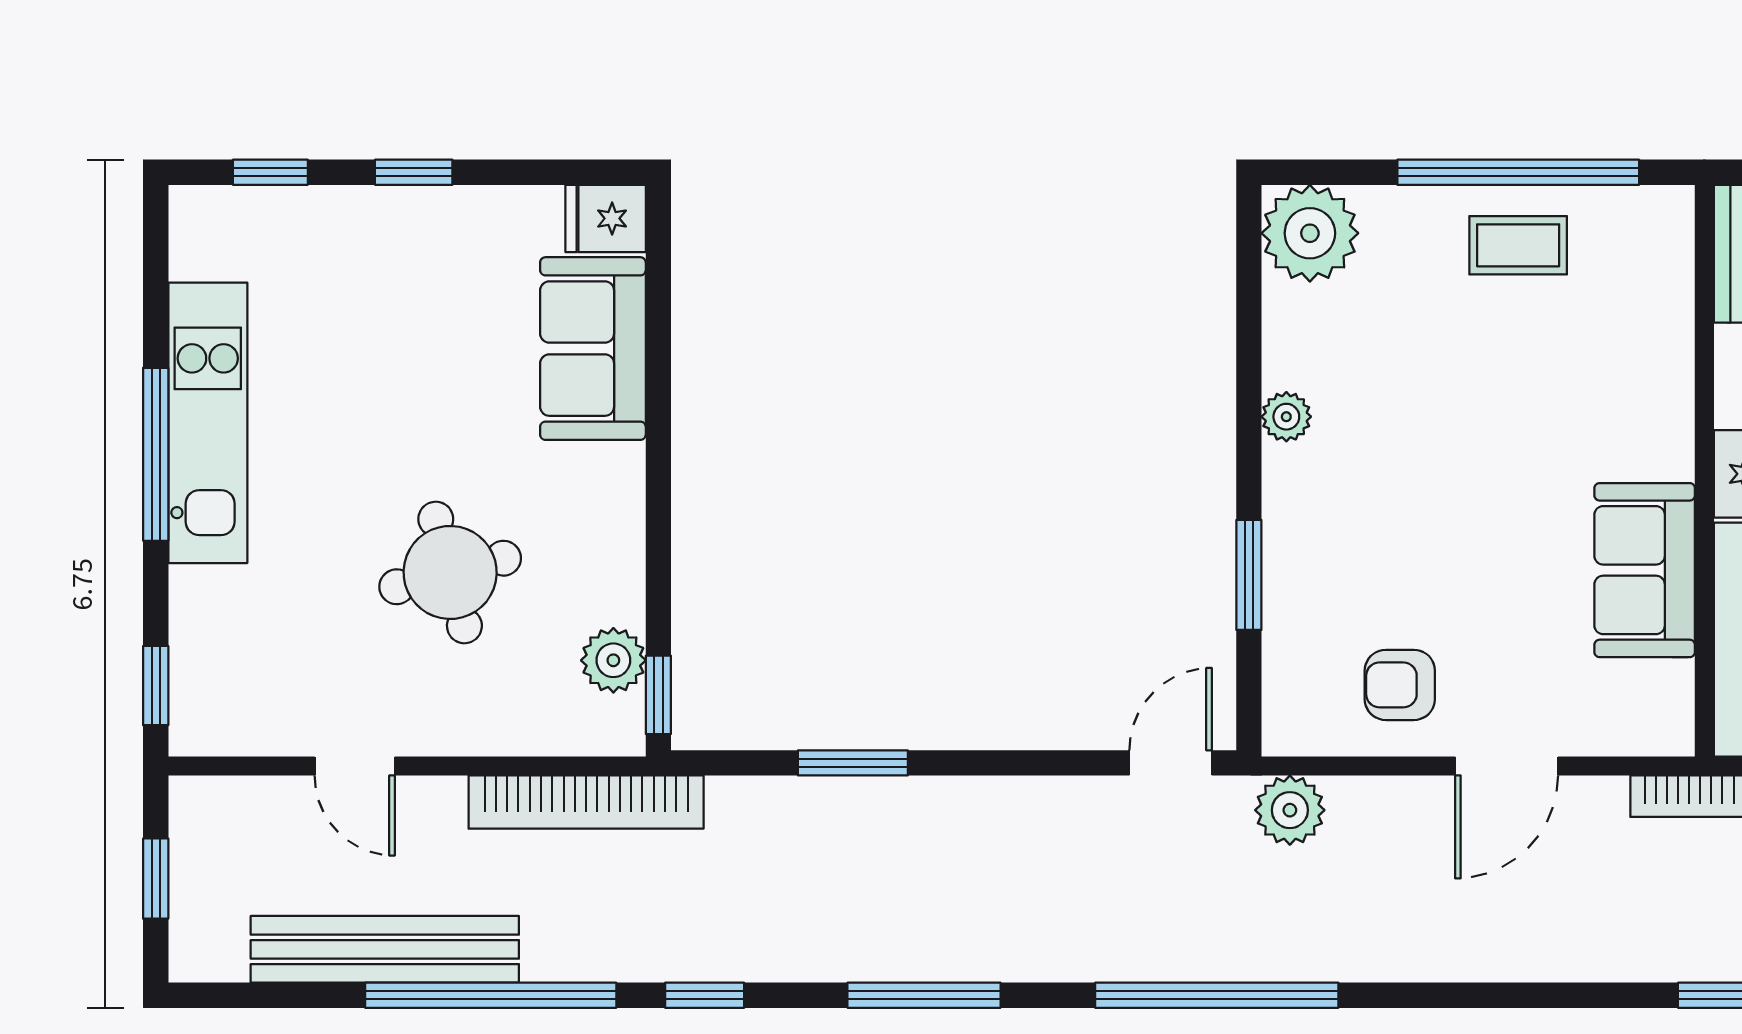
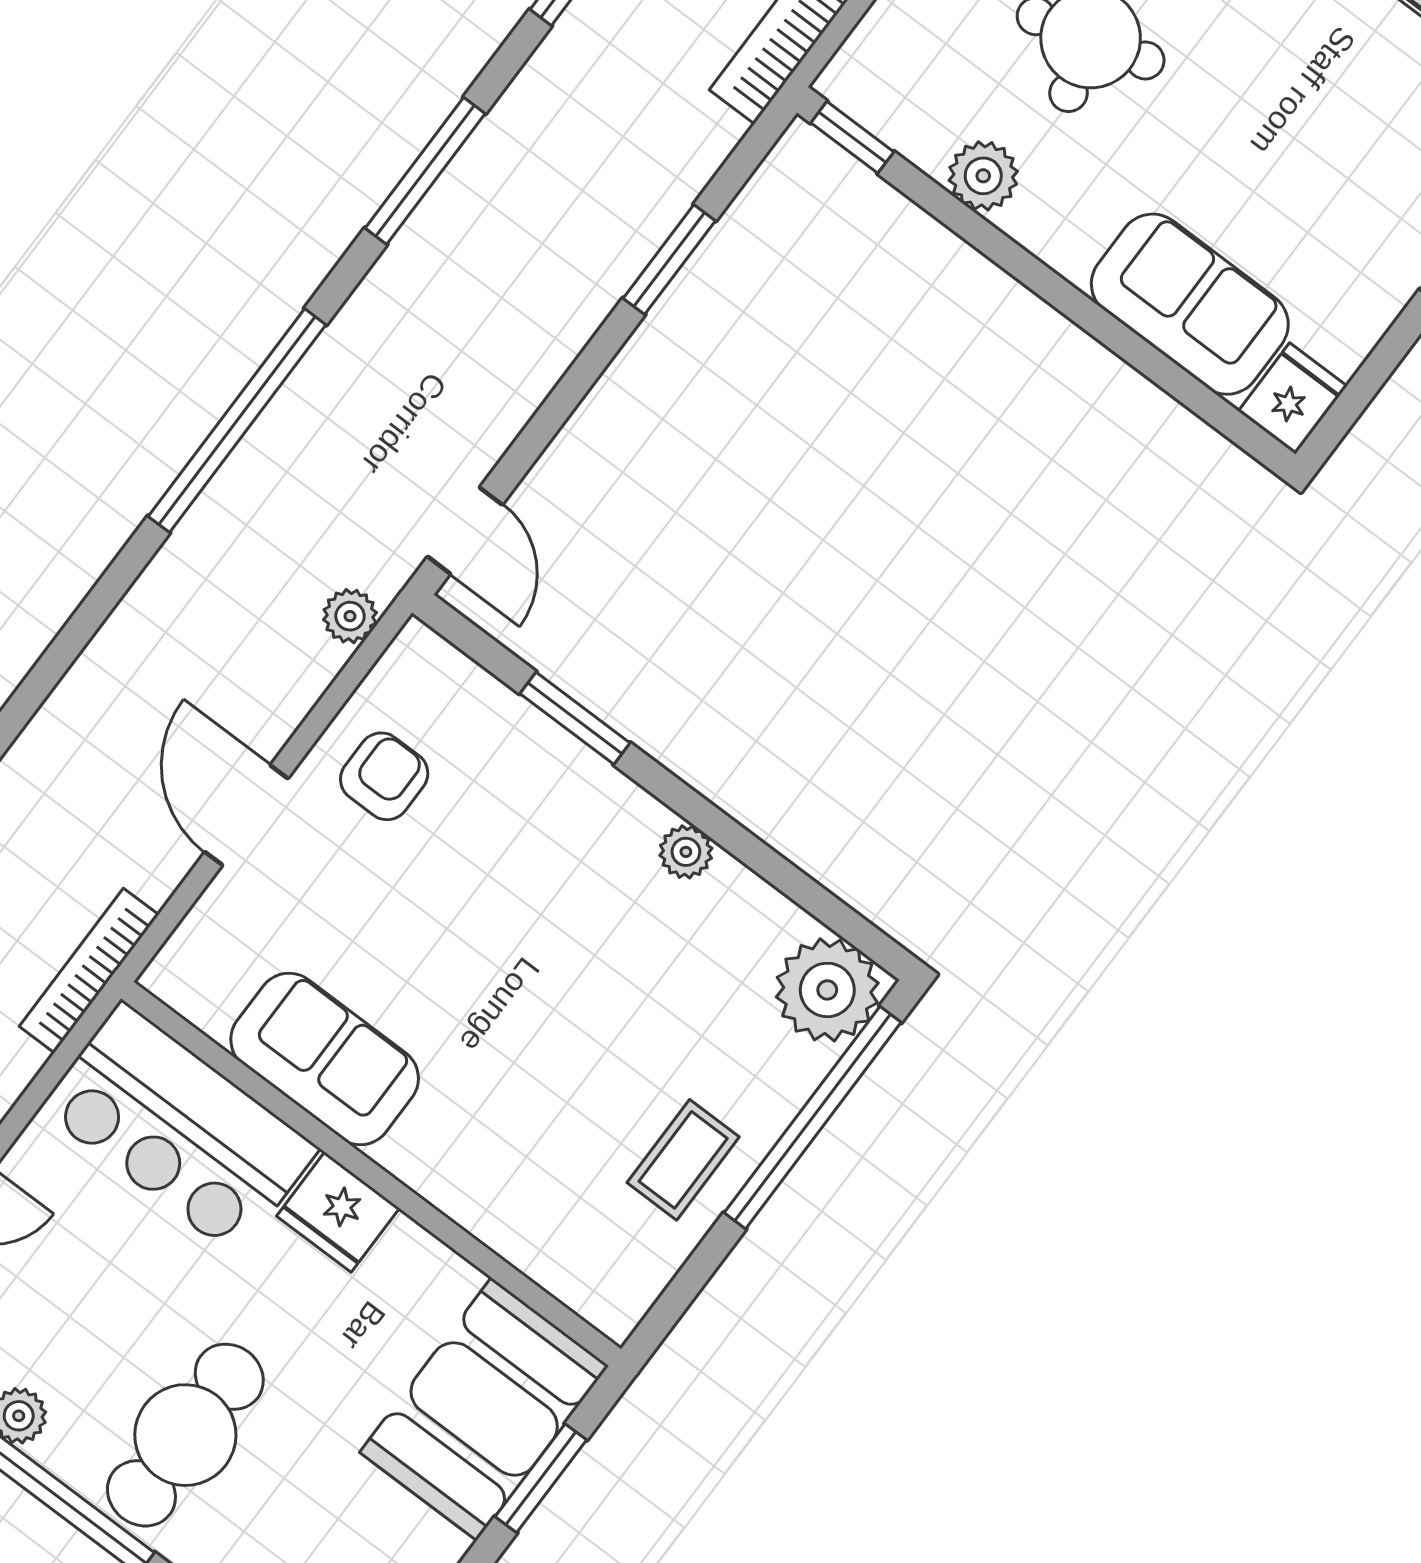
window: (1518, 172) -> (813, 1118), moved
plant: (613, 660) -> (983, 176), moved
plant: (1290, 810) -> (350, 616), width x0.73, depth x0.73

